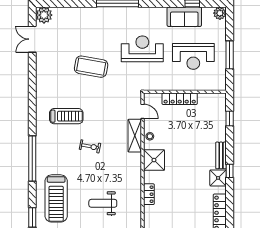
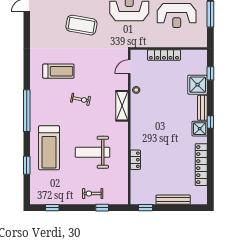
door: (142, 111) -> (129, 67), swing flipped
shelving: (135, 136) -> (122, 106), moved
shower: (154, 160) -> (198, 85), moved
locker: (149, 194) -> (135, 160), moved
weight bench: (103, 203) -> (92, 152), width x1.36, depth x1.33

